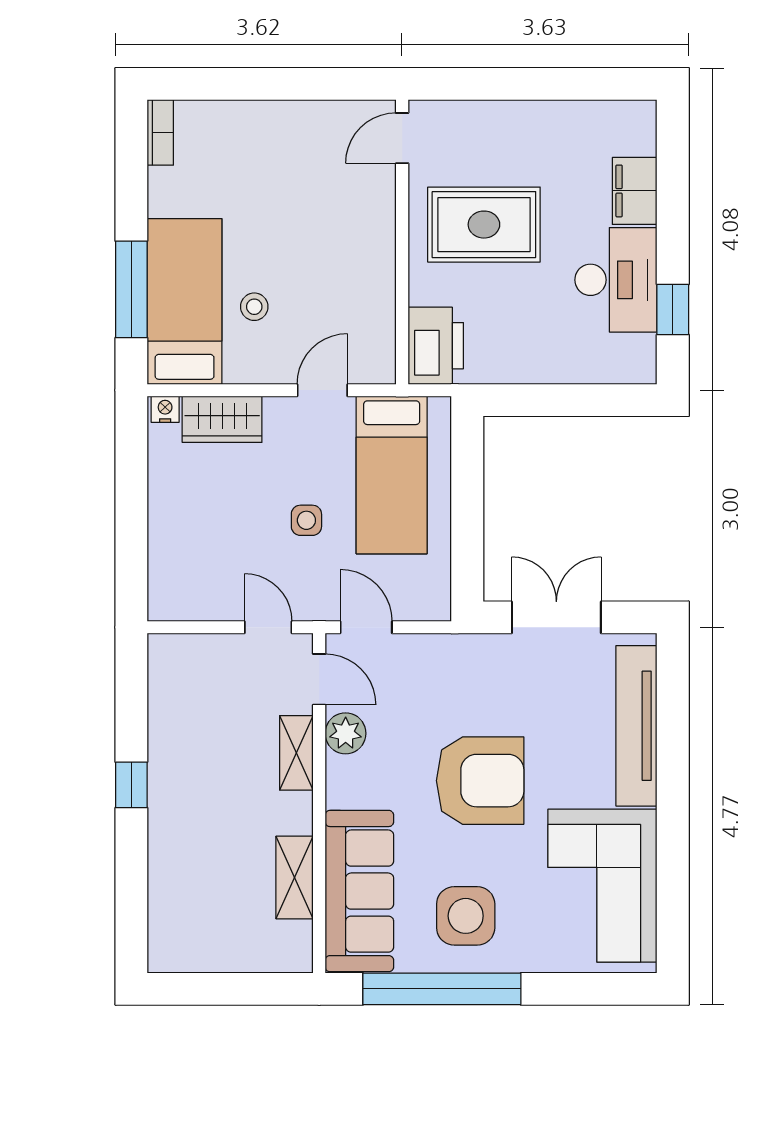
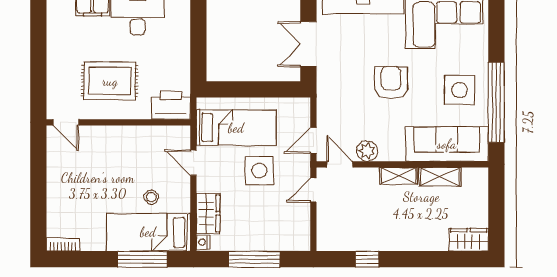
rug: (484, 225) -> (110, 81), turned 90
window: (131, 511) -> (254, 259), added
side table: (306, 520) -> (259, 171), width x1.87, depth x1.87
door: (319, 679) -> (340, 164), hinge flipped
shelving: (296, 753) -> (399, 176), moved
armchair: (480, 781) -> (391, 83), width x0.73, depth x0.73
window: (131, 785) -> (367, 259), moved
wardrobe: (170, 934) -> (469, 240), added

